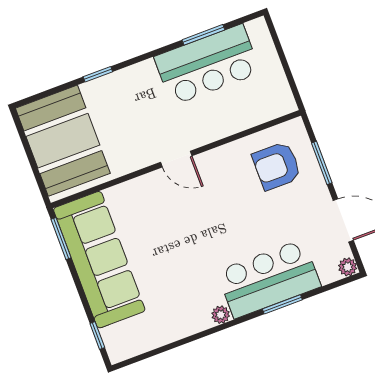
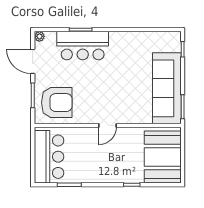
bar counter: (207, 65) -> (49, 157), moved, turned 90
door: (176, 159) -> (107, 126), swing flipped
armchair: (277, 166) -> (57, 103), width x1.36, depth x1.36
plant: (221, 315) -> (115, 36), removed

